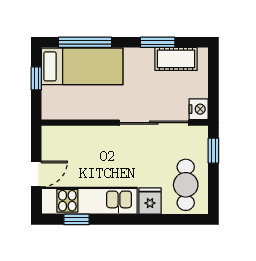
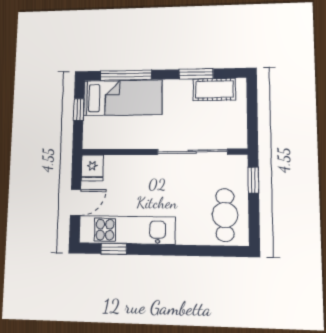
nightstand: (199, 109) -> (238, 138), removed
fridge: (150, 201) -> (92, 168), moved, turned 180

